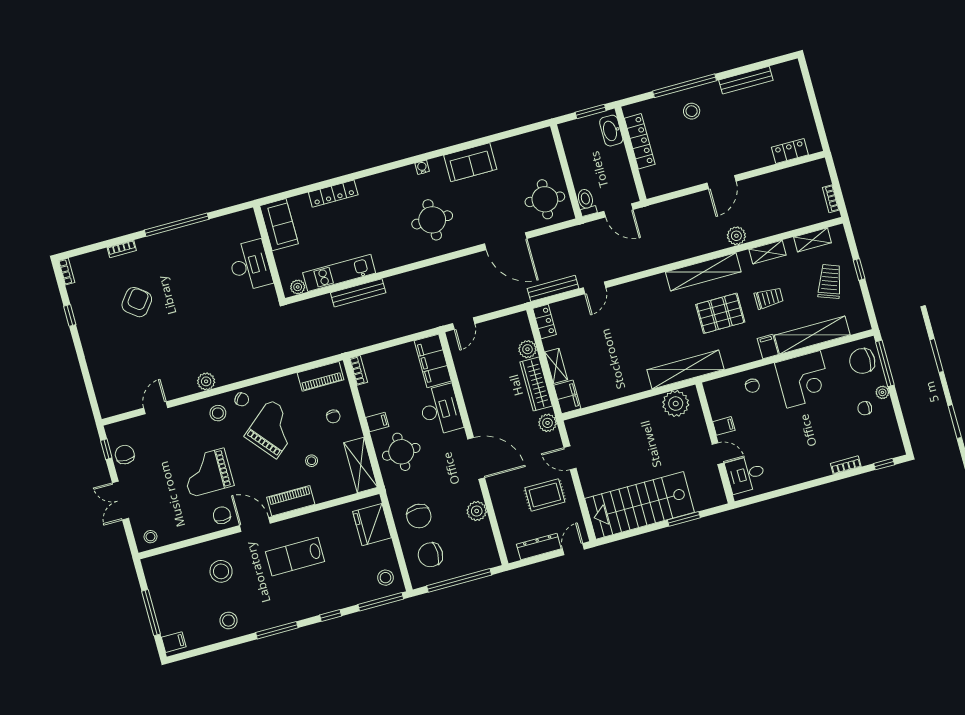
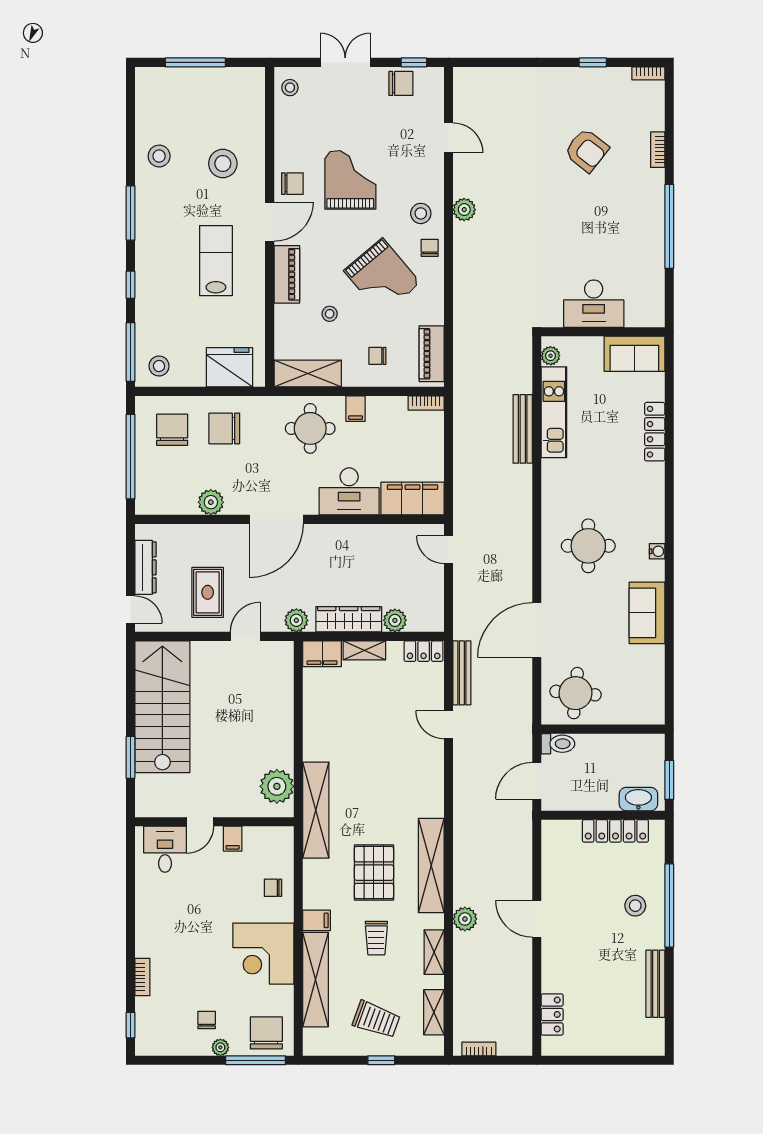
chair: (242, 399) -> (430, 248), turned 141
filing cabinet: (174, 642) -> (151, 81), removed

